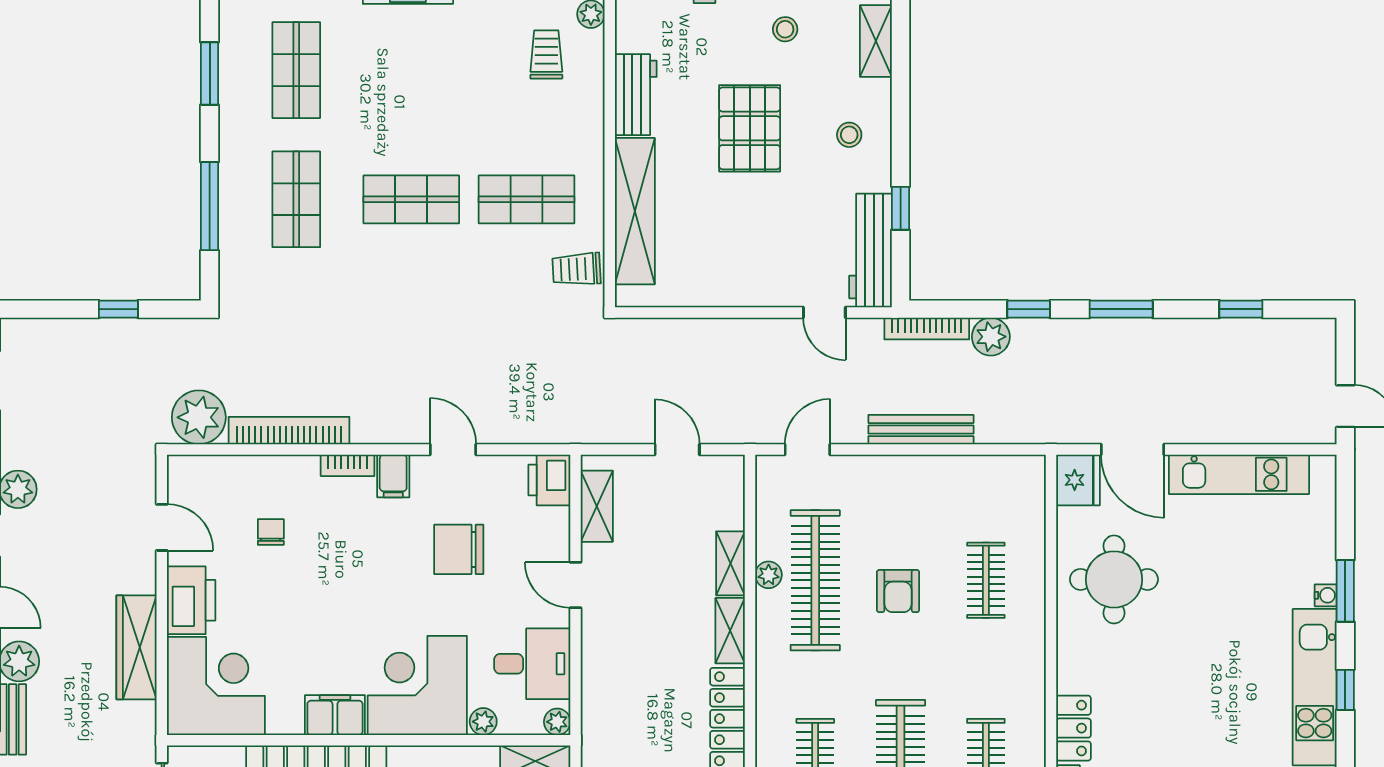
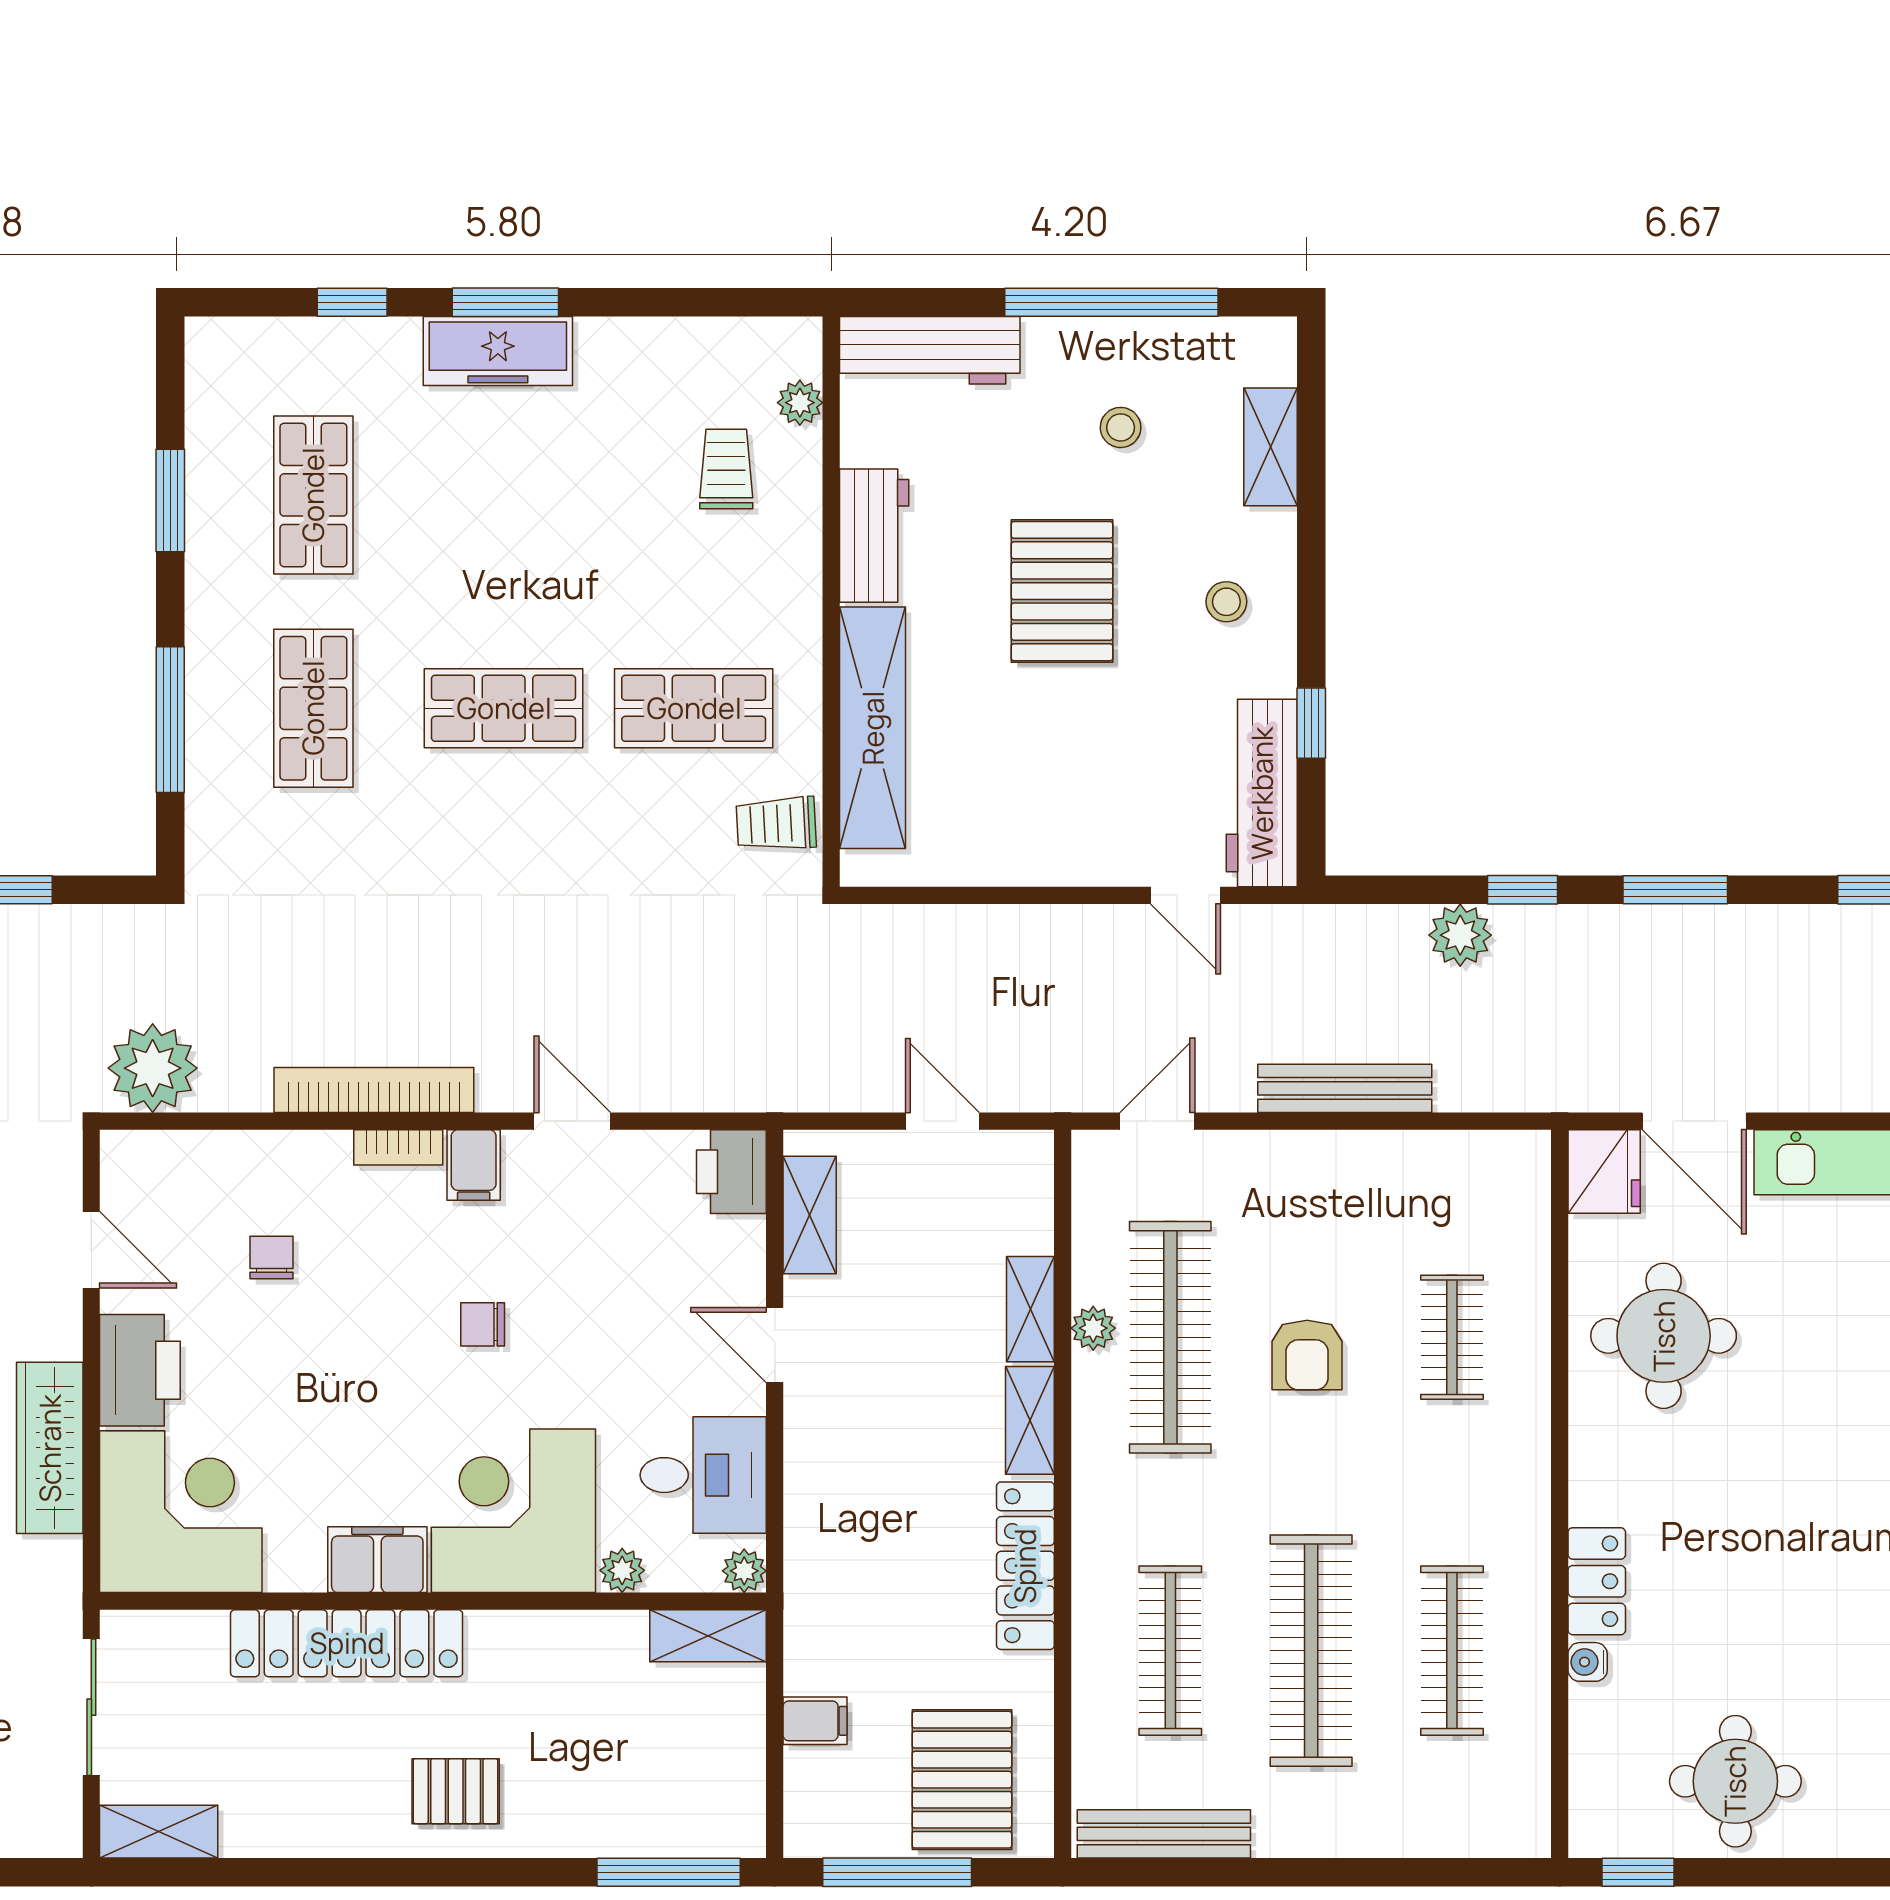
bookcase: (927, 329) -> (1354, 922), removed
bookcase: (289, 431) -> (374, 1090), moved
chair: (459, 549) -> (483, 1324), moved, width x0.54, depth x0.54

